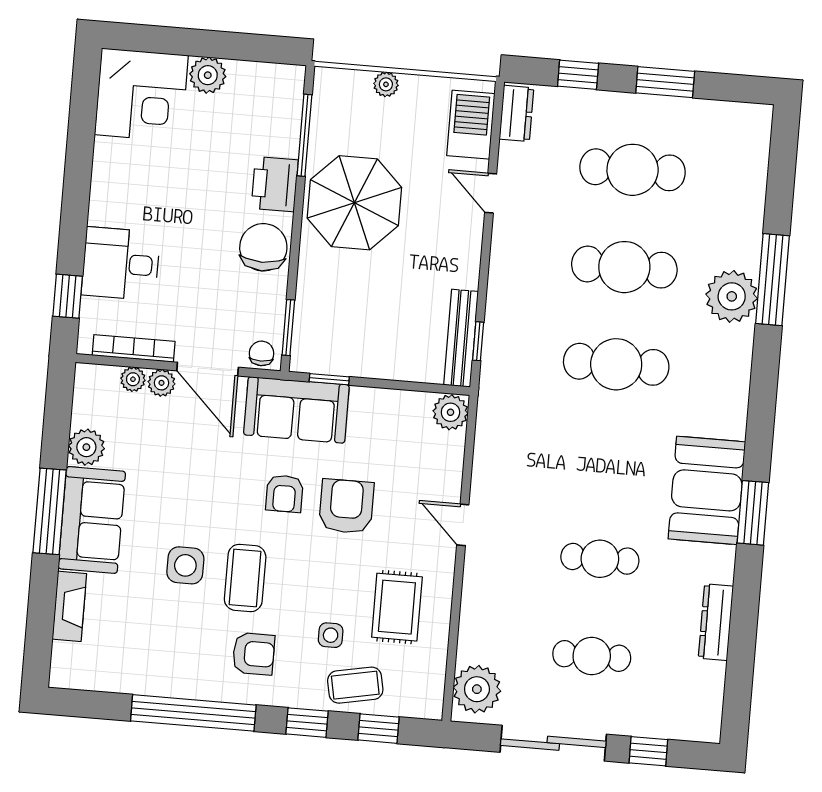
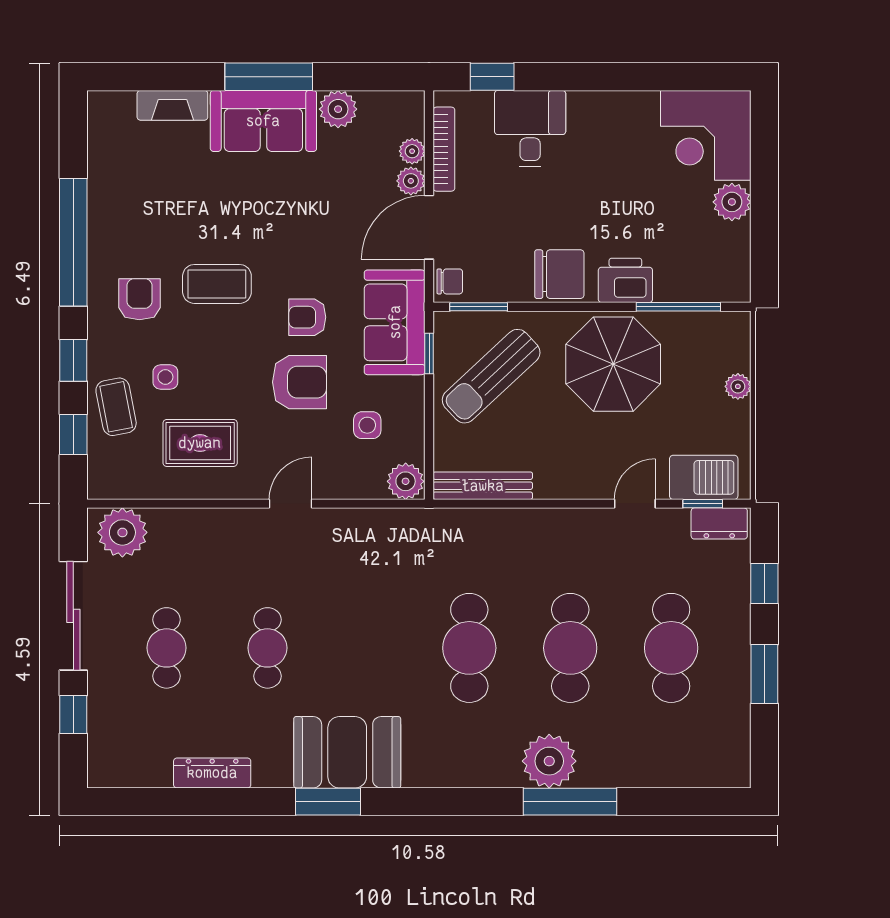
sun lounger: (356, 321) -> (491, 376), added
window: (478, 341) -> (703, 504), moved
side table: (185, 565) -> (367, 425), moved, width x0.73, depth x0.73
armchair: (254, 654) -> (139, 299), turned 180

